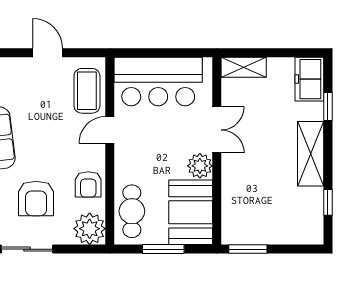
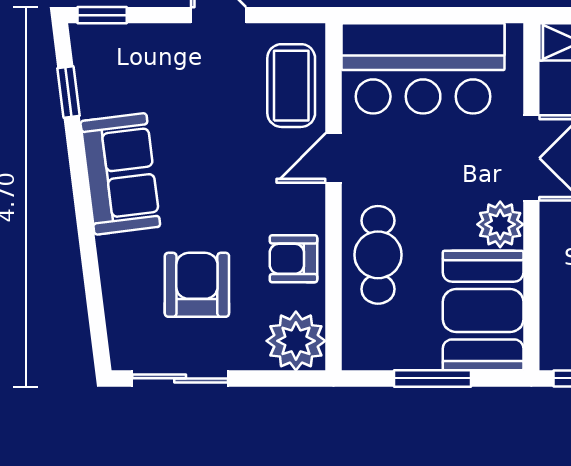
armchair: (88, 184) -> (293, 259), turned 90
armchair: (36, 198) -> (197, 285), turned 180
cafe table: (132, 211) -> (378, 255), moved

